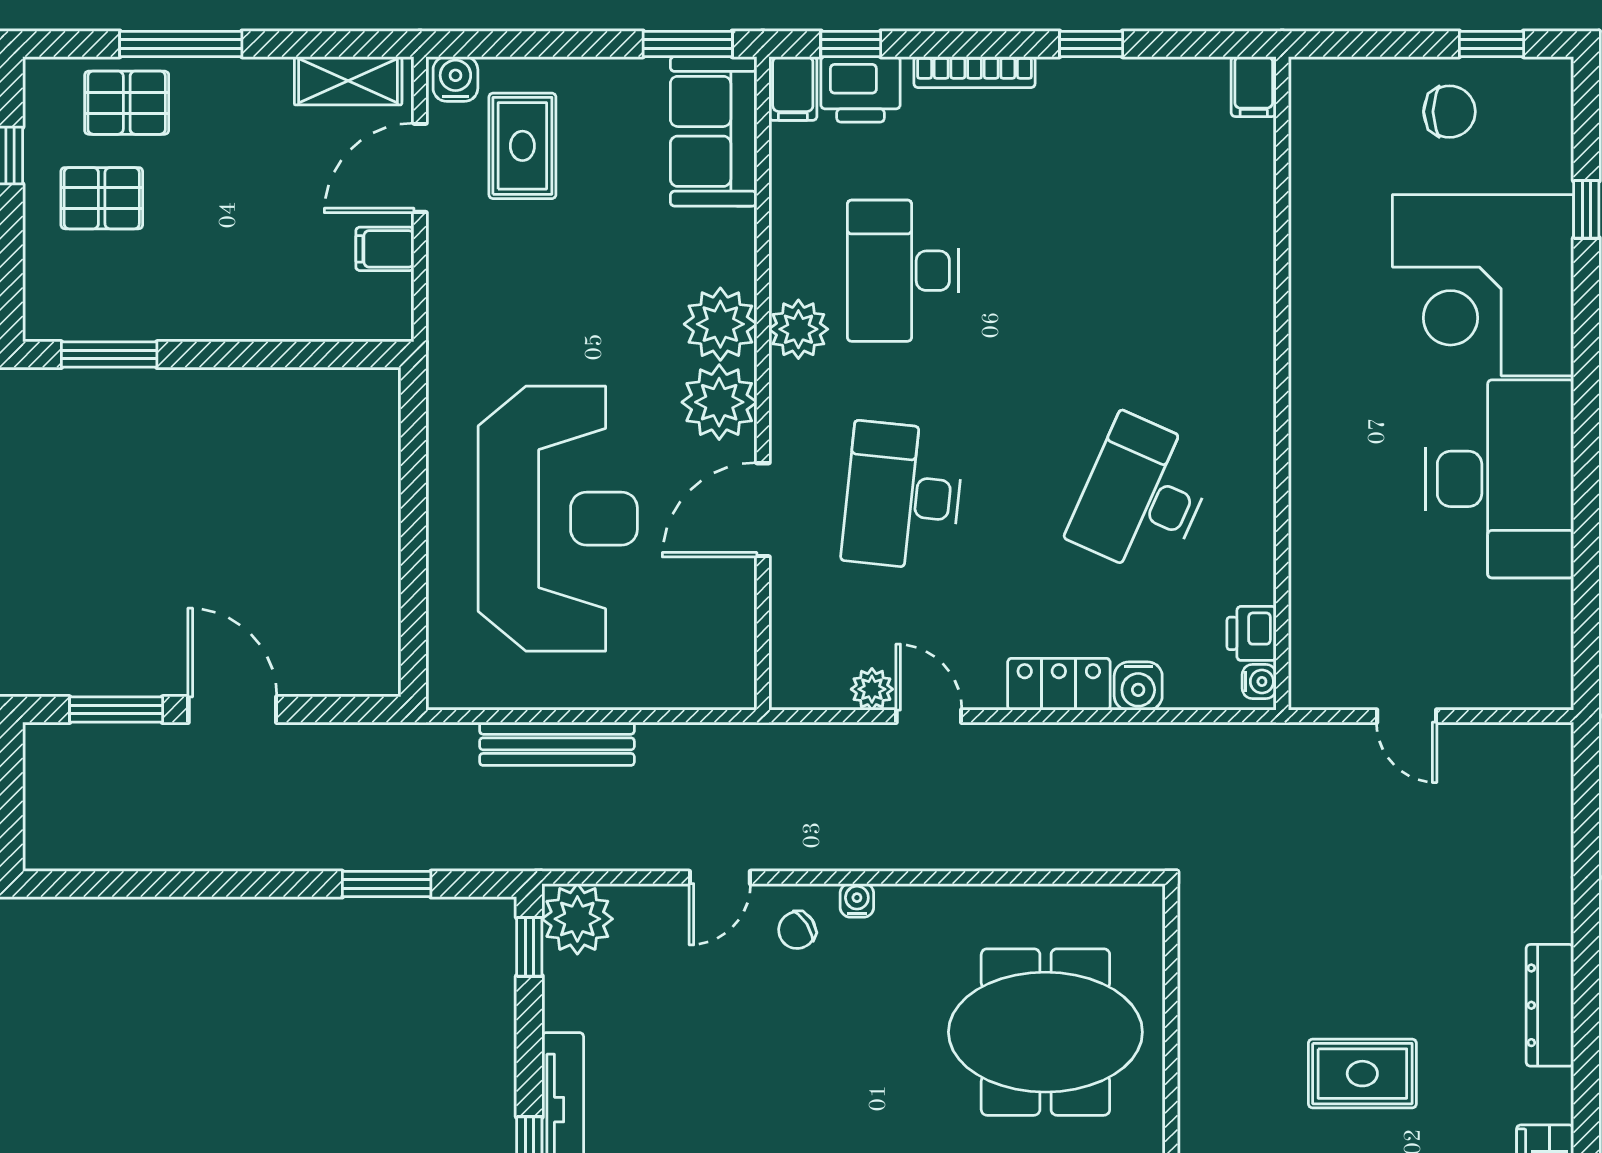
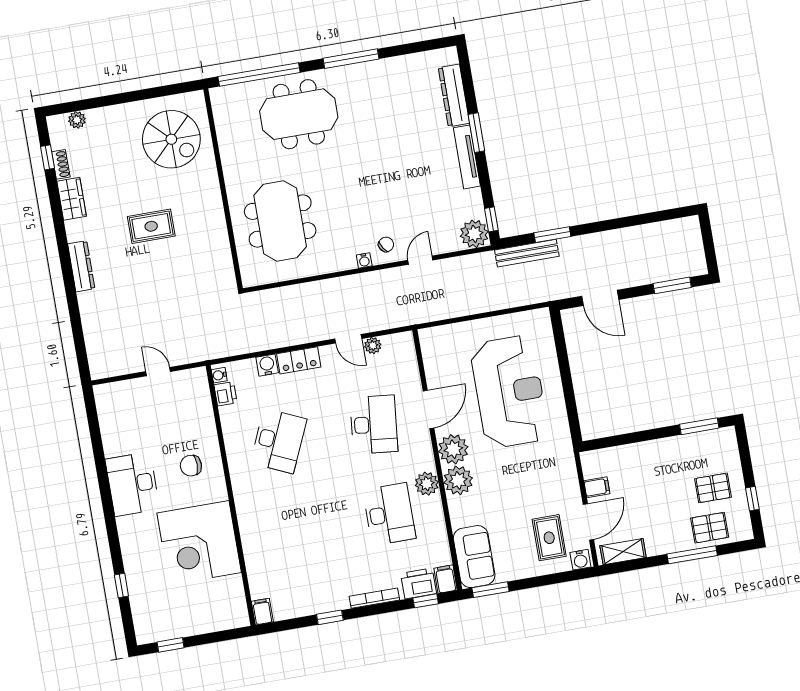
chair: (1449, 112) -> (191, 466), moved
corner desk: (1483, 285) -> (199, 543), moved, turned 180
desk: (1500, 479) -> (132, 484), width x0.73, depth x0.77
reception desk: (558, 519) -> (509, 392), turned 180
door: (232, 710) -> (600, 298), moved
bench: (557, 744) -> (527, 253), moved
meeting table: (1045, 1032) -> (280, 221), turned 90

